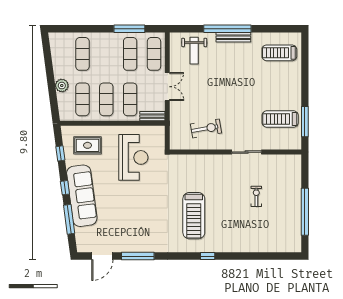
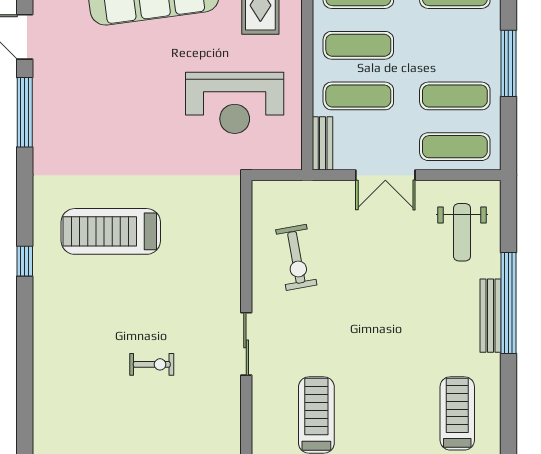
window: (129, 29) -> (508, 63), moved
weight bench: (194, 51) -> (462, 232), turned -90

